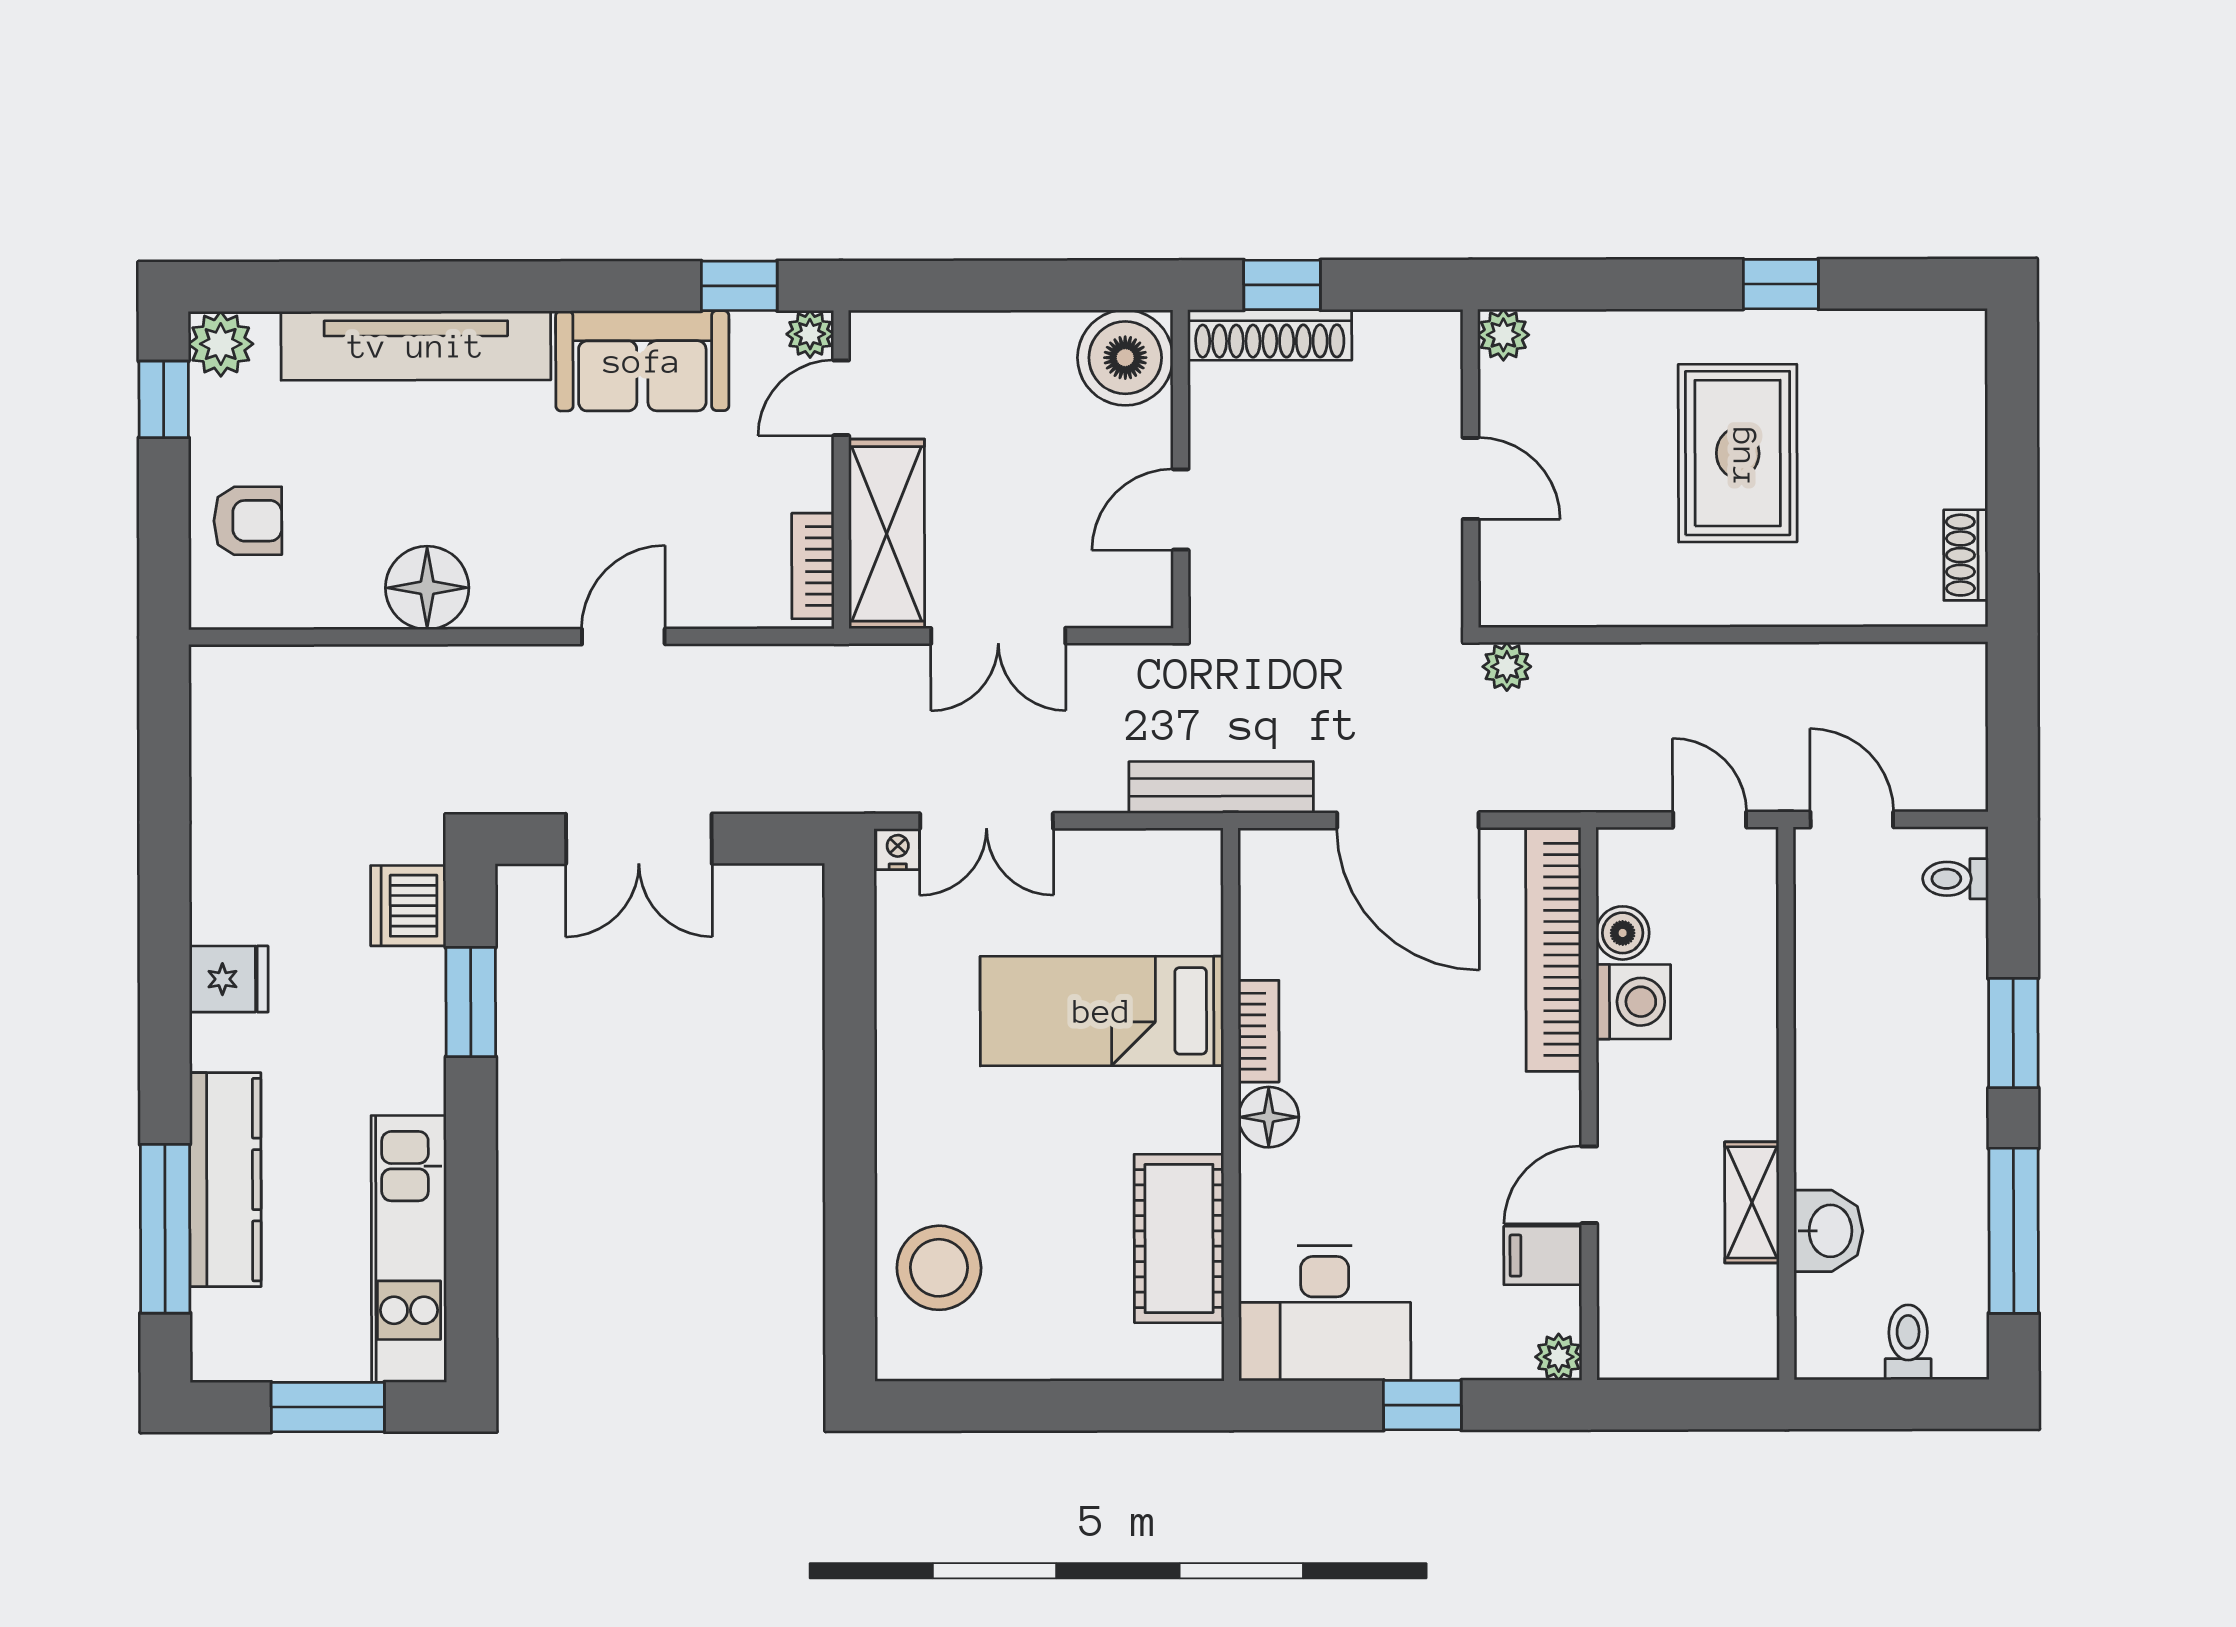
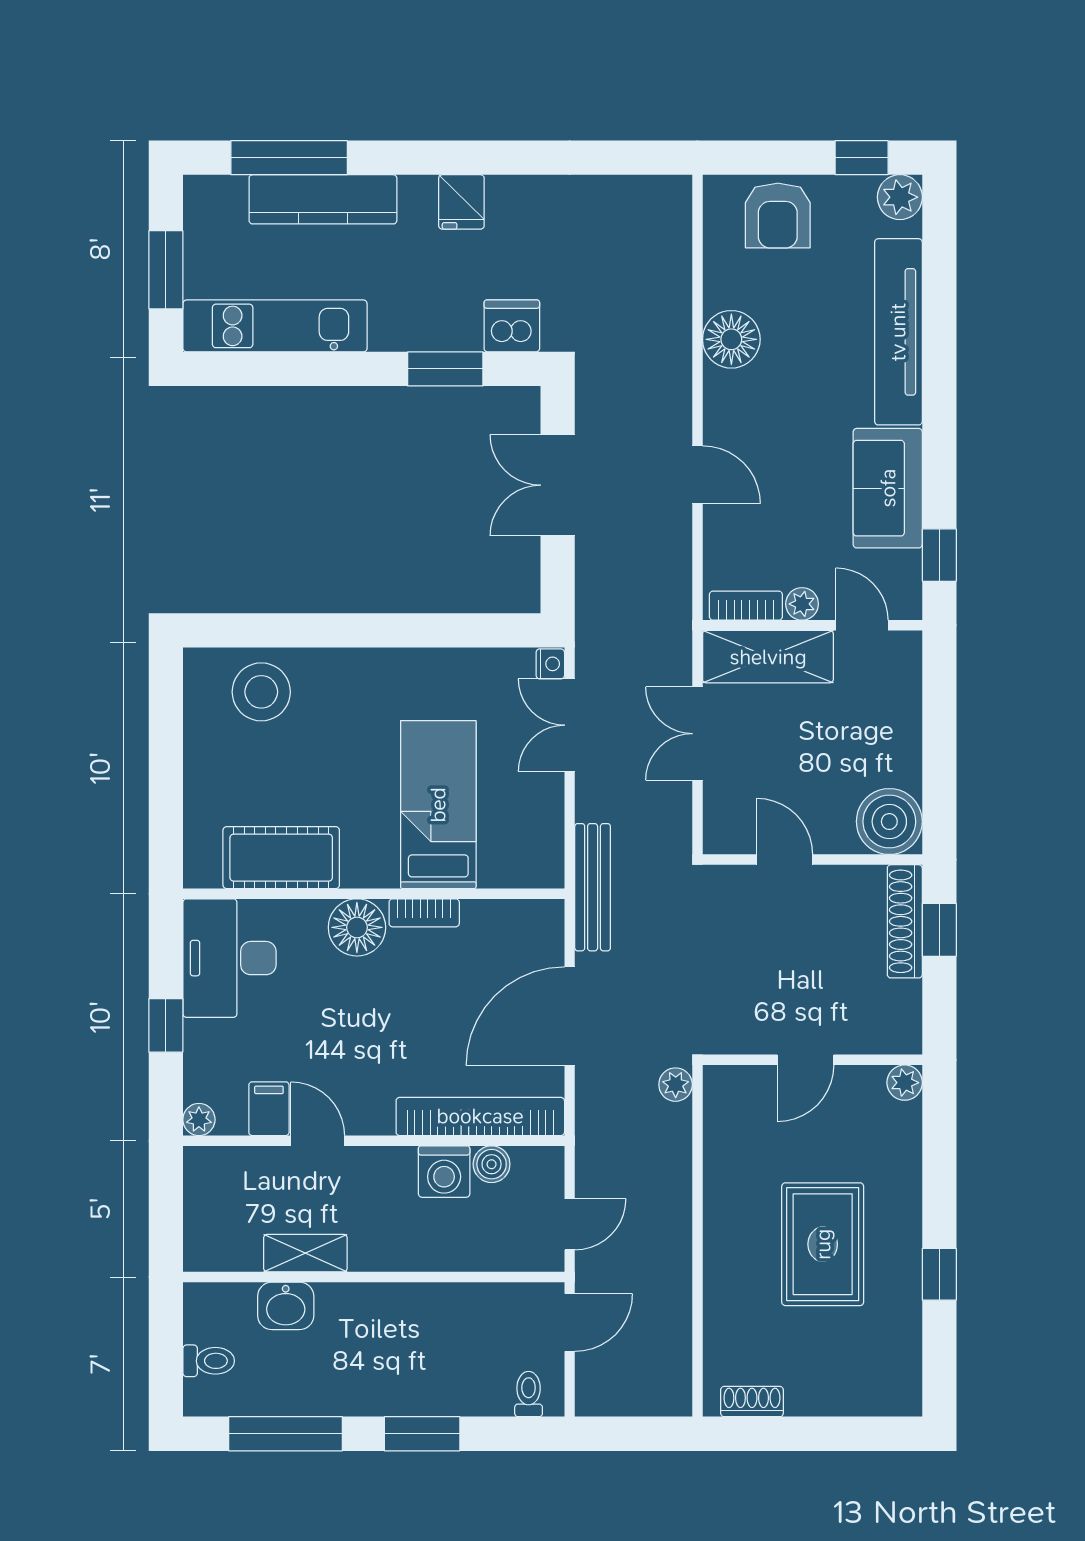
plant: (810, 334) -> (802, 604), moved
rug: (1738, 453) -> (823, 1244), turned 90
armchair: (248, 521) -> (778, 216), width x1.38, depth x1.38
floor lamp: (1269, 1117) -> (357, 927), width x1.38, depth x1.38

